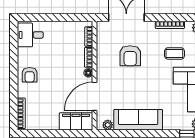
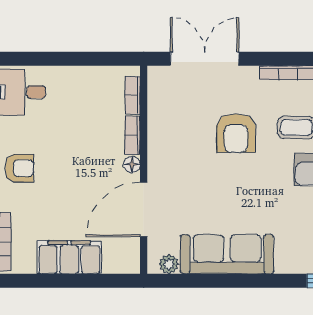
armchair: (130, 56) -> (236, 133), moved
armchair: (30, 75) -> (19, 168), turned -90
filing cabinet: (76, 121) -> (69, 257), moved

